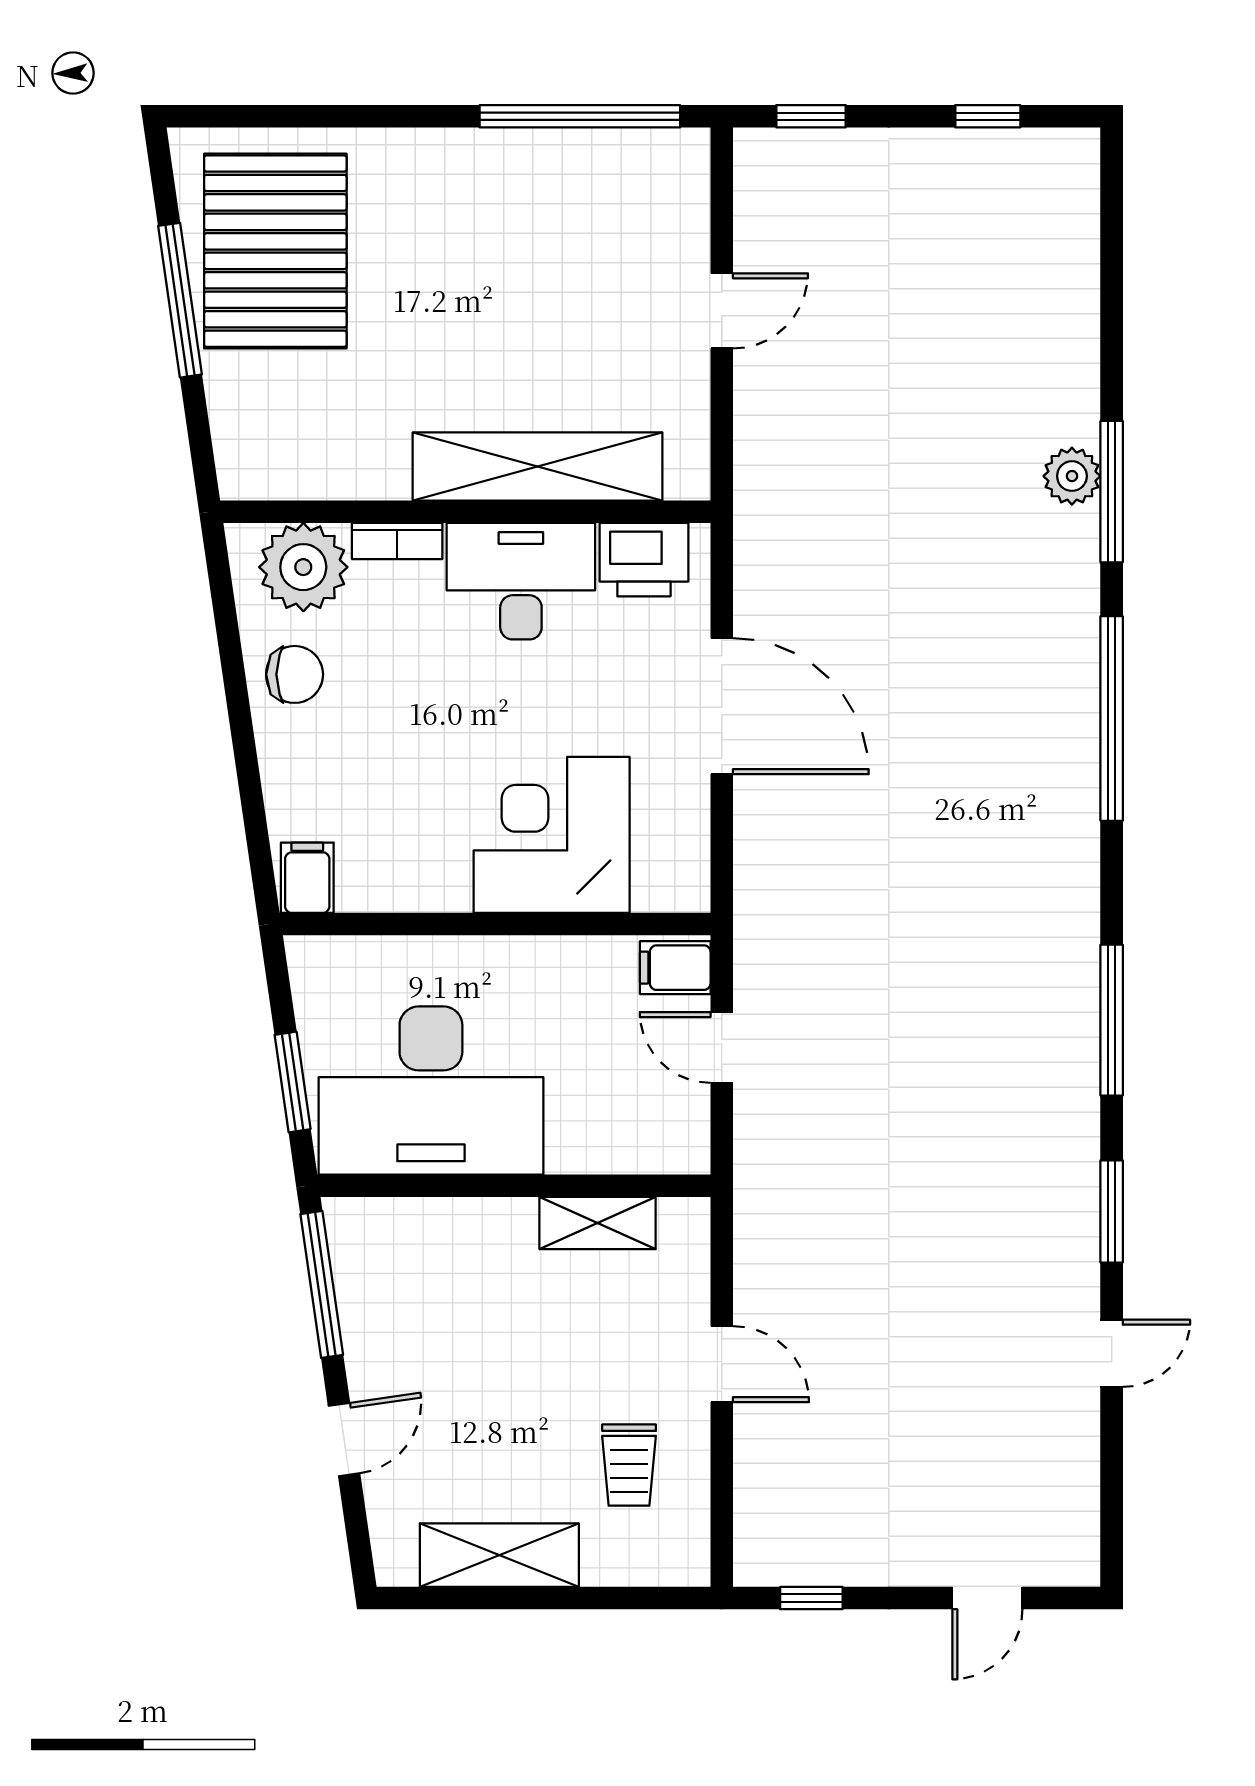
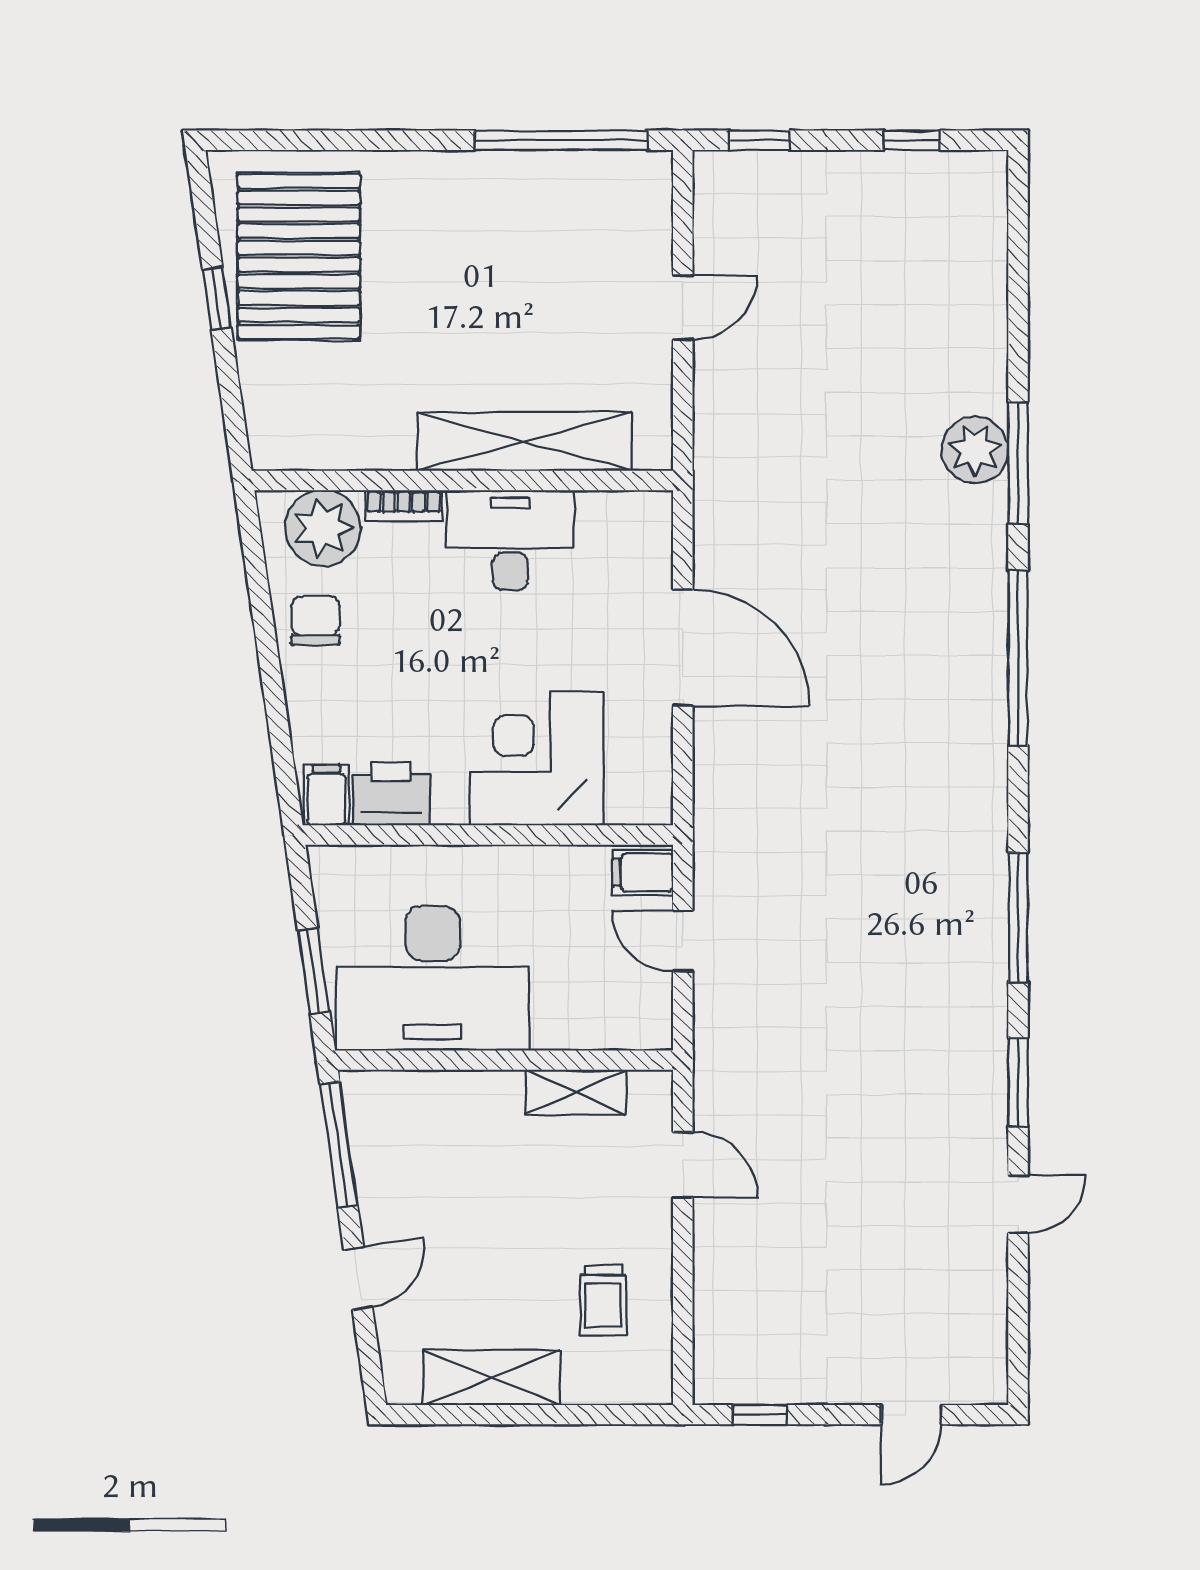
window: (180, 300) -> (217, 298), width x0.46
plant: (1072, 476) -> (975, 450), width x1.36, depth x1.36
printer: (644, 560) -> (391, 794), moved, turned 180
chair: (295, 674) -> (315, 620), turned -90
door: (722, 1364) -> (683, 1165), moved

